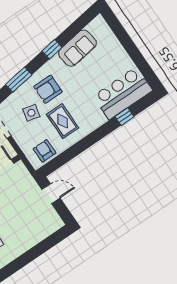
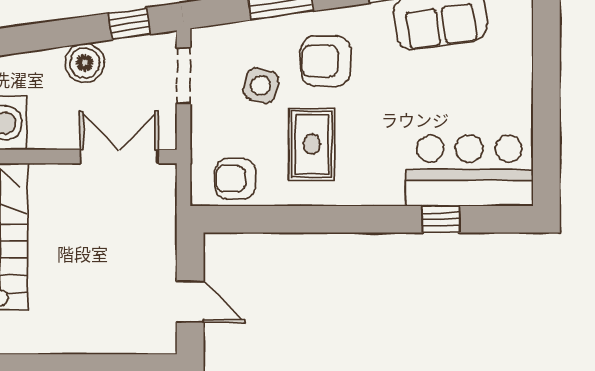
armchair: (44, 151) -> (235, 179), turned -90
door: (51, 194) -> (190, 302), moved

